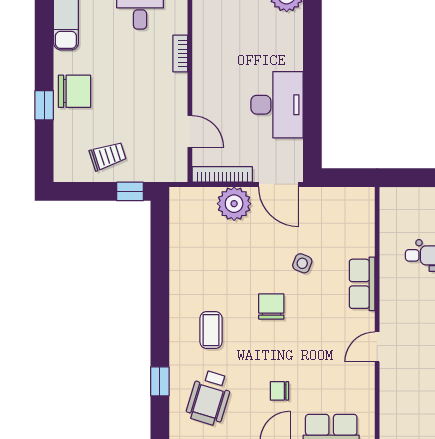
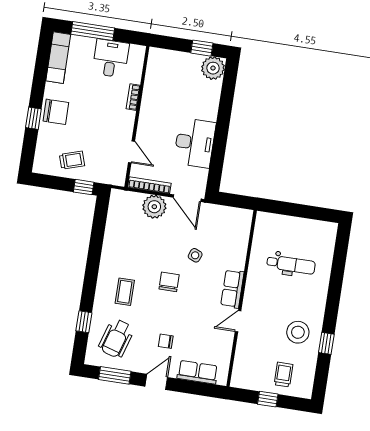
row of seats: (362, 284) -> (232, 289), moved

